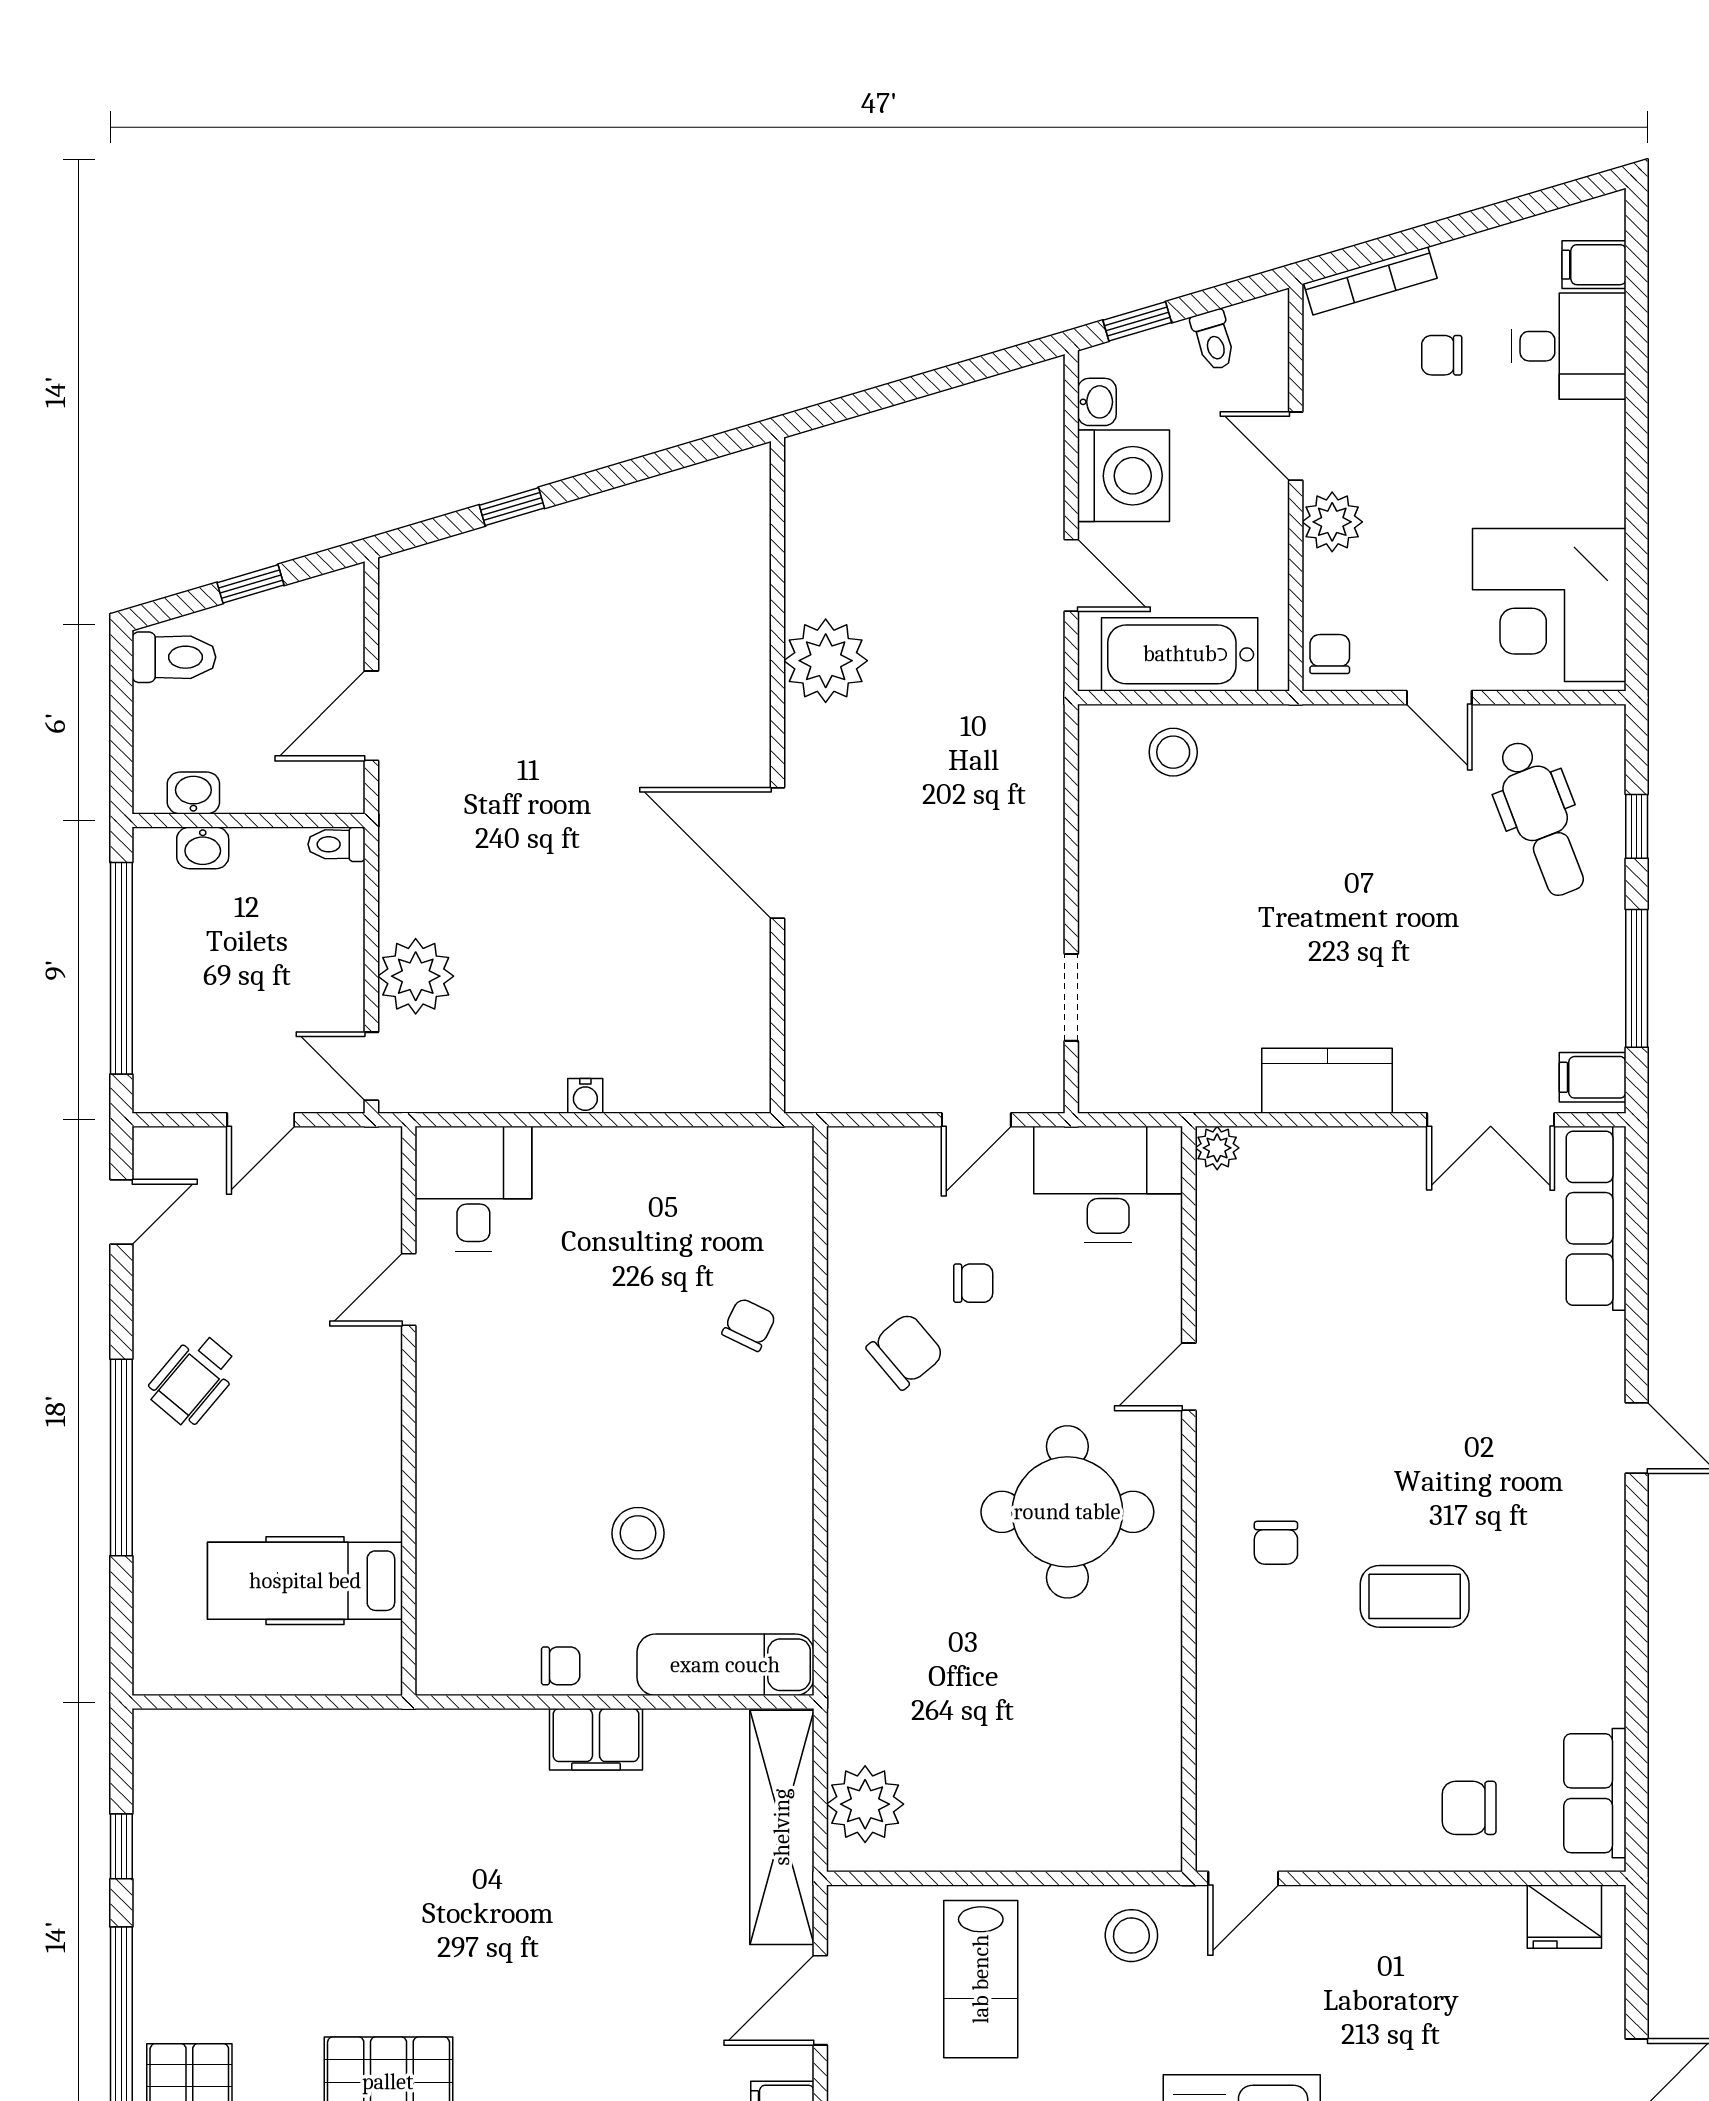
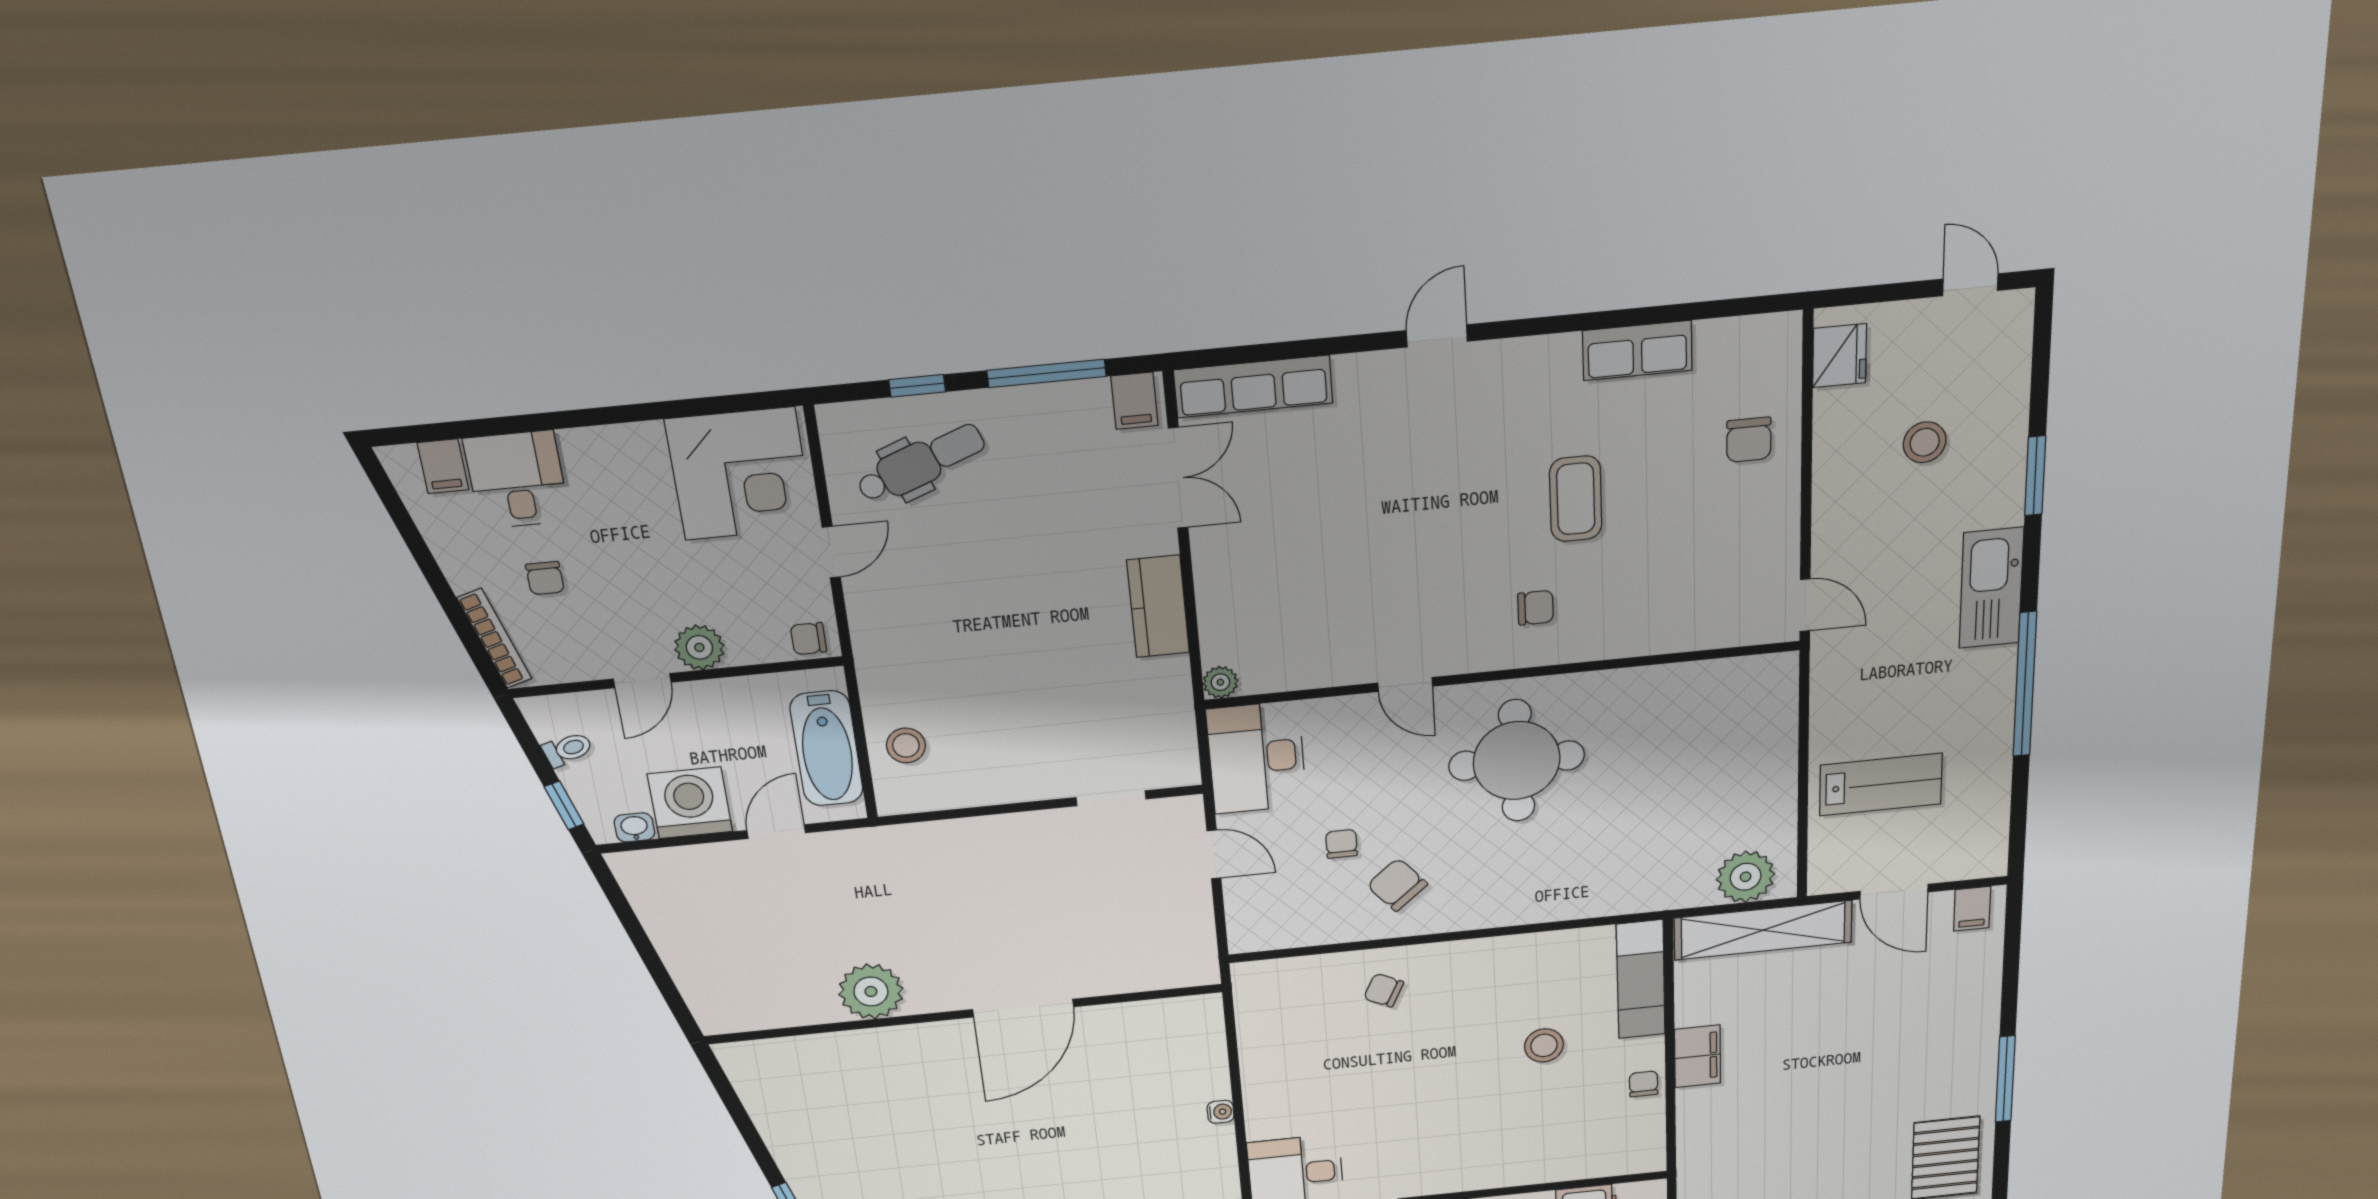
row of seats: (1595, 1793) -> (1637, 350), moved
stool: (1131, 1936) -> (1925, 442), moved

